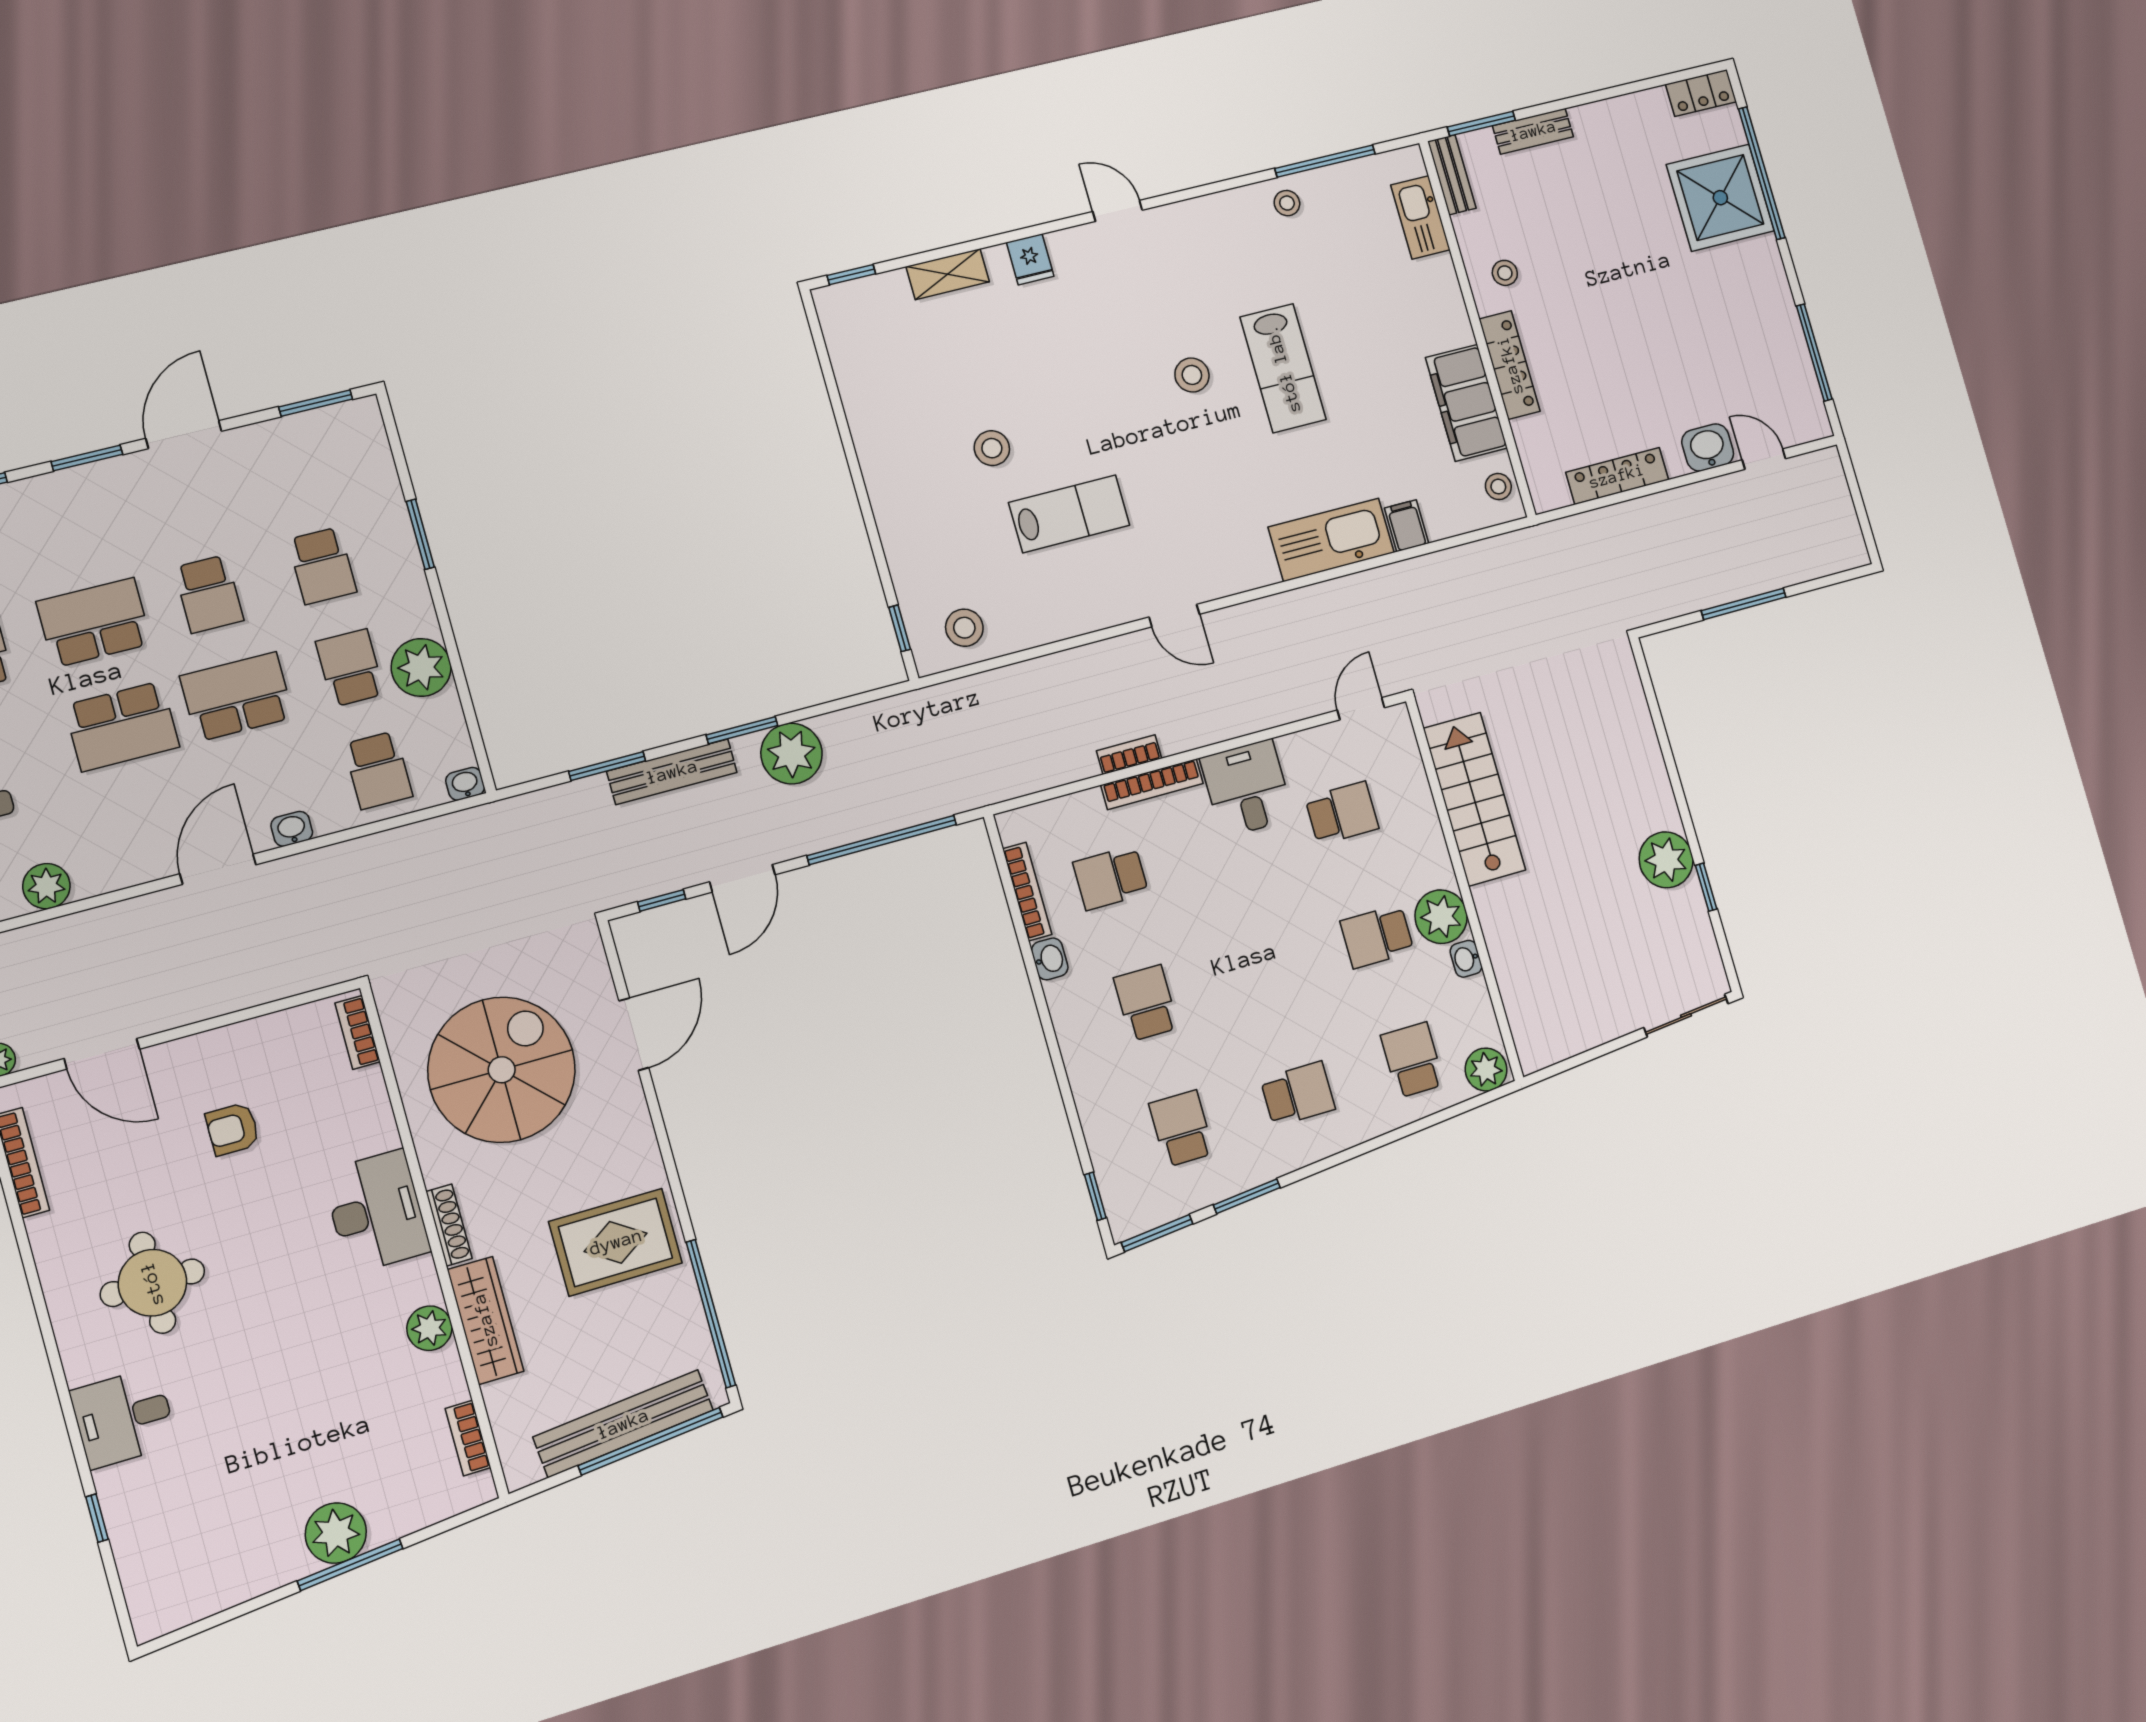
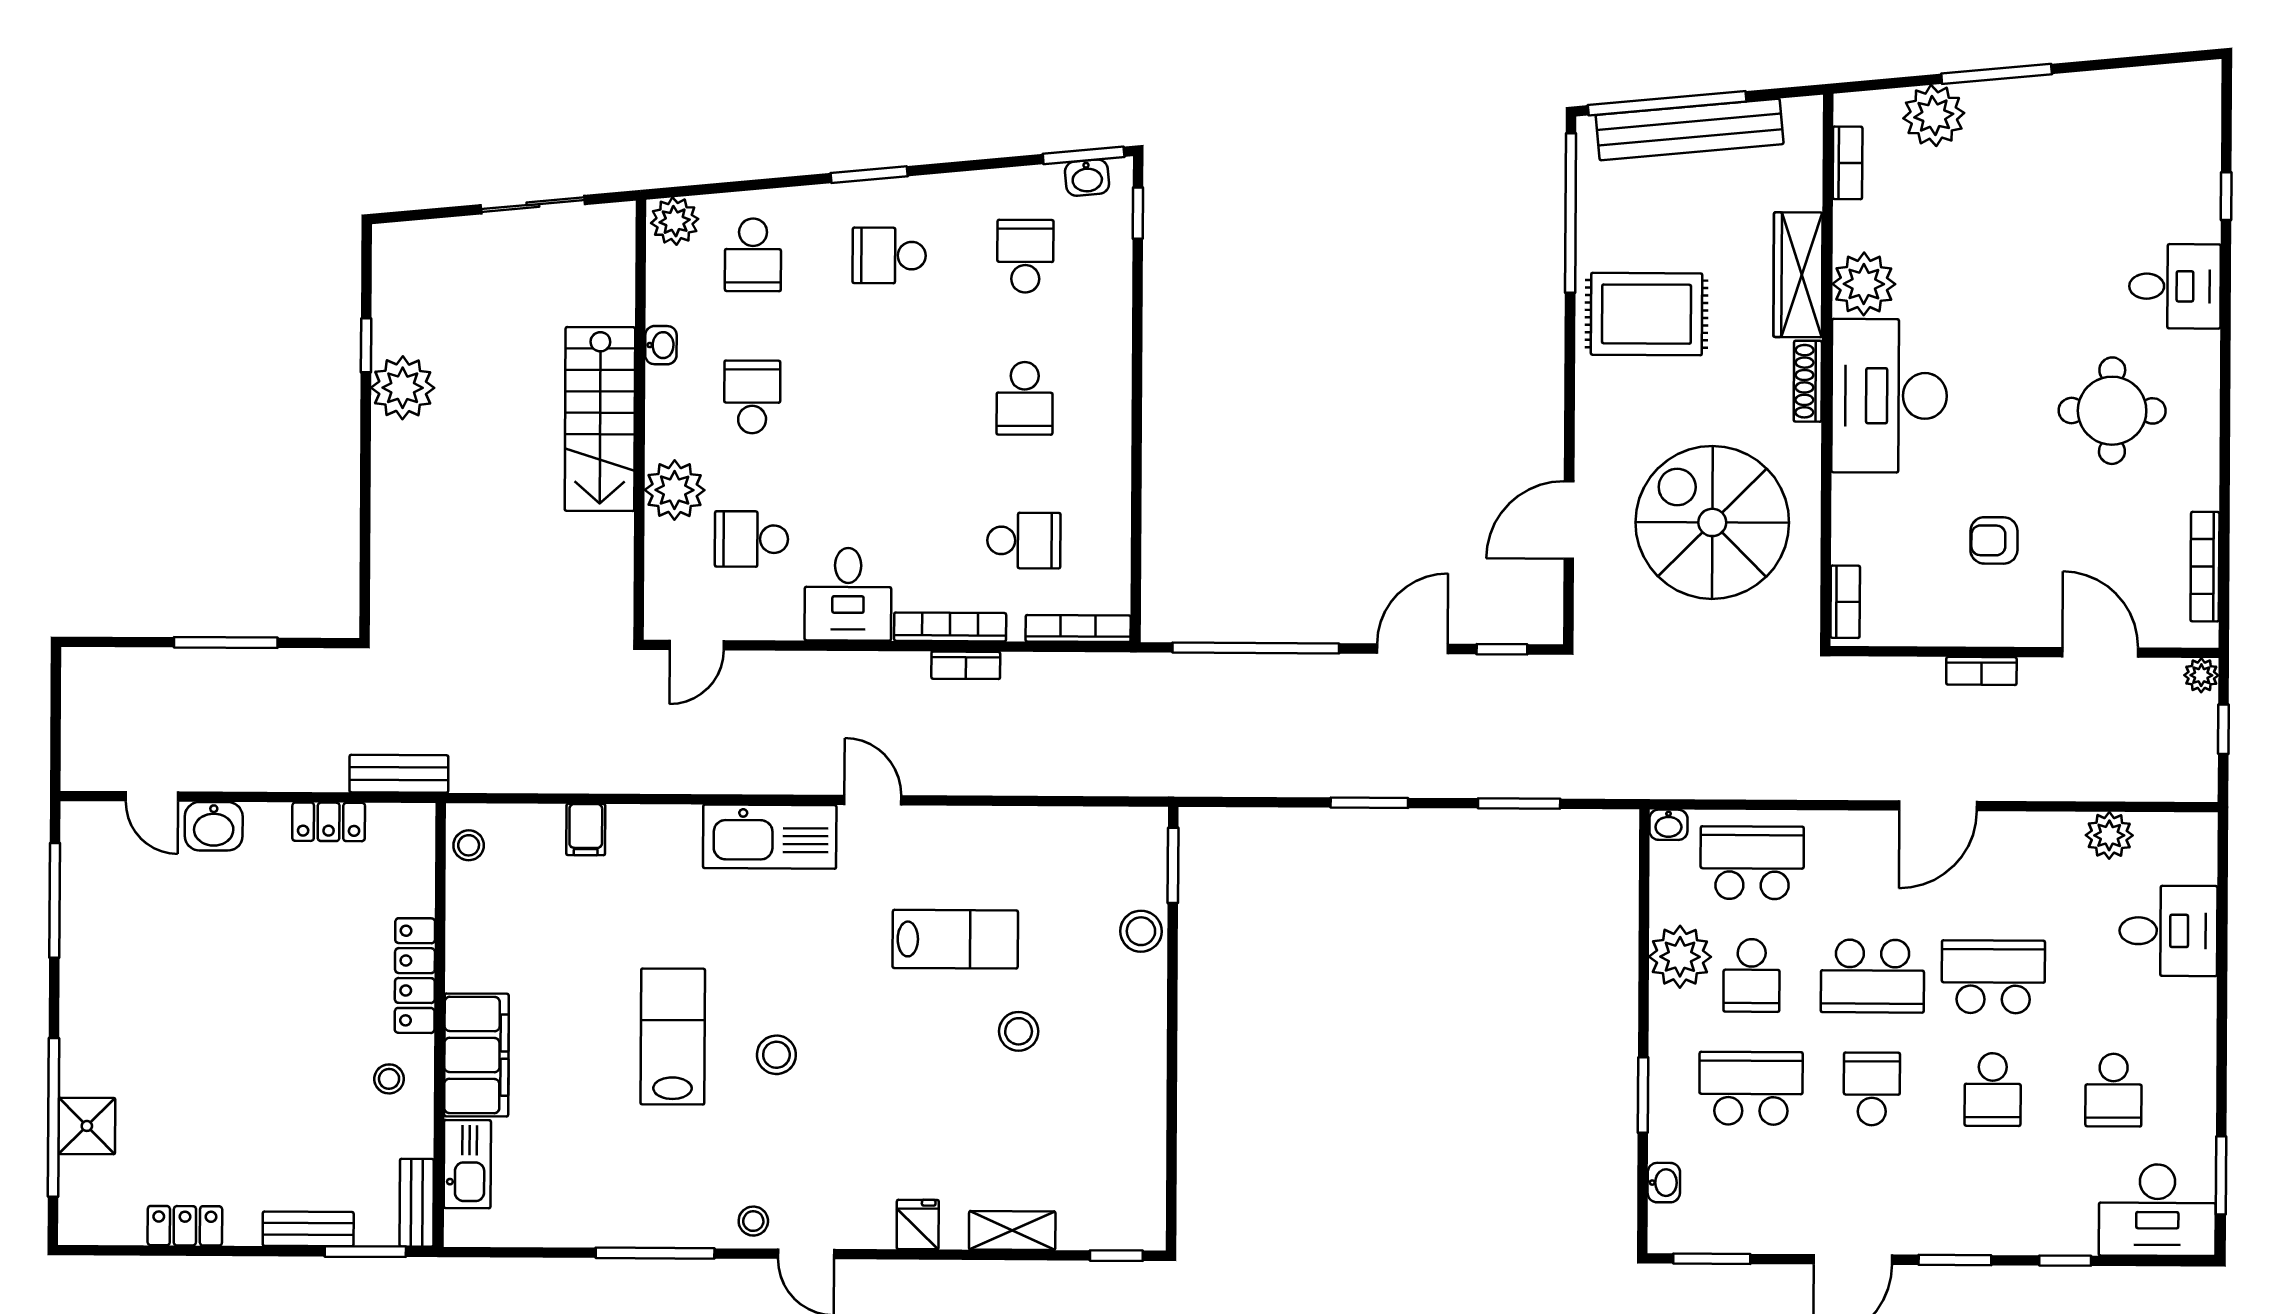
locker: (1701, 93) -> (185, 1226), moved
window: (1325, 161) -> (655, 1253), moved
shower: (1720, 198) -> (87, 1126), width x0.54, depth x0.54
stool: (1287, 203) -> (753, 1221), moved
filing cabinet: (1466, 403) -> (476, 1055), moved
locker: (1617, 476) -> (329, 822), width x0.66
lab bench: (1069, 514) -> (955, 939), turned 180
kitchen sink: (1331, 540) -> (770, 837), moved
school desk: (322, 566) -> (1751, 1088), width x1.85
school desk: (94, 623) -> (1993, 1089), width x0.54
window: (900, 628) -> (1173, 865), width x1.50
stool: (964, 628) -> (1141, 931), moved
plant: (791, 754) -> (1325, 764), removed
school desk: (378, 770) -> (1752, 863), width x1.85
bench: (672, 772) -> (399, 774), moved, width x0.73
stairs: (1474, 799) -> (600, 419), moved
washbasin: (292, 829) -> (1664, 1183), moved, turned -90
bookcase: (1027, 892) -> (1078, 628), moved, turned 90
plant: (1441, 917) -> (675, 490), moved
school desk: (1377, 936) -> (752, 397), turned -90
washbasin: (1050, 959) -> (1087, 178), moved, turned -95
bookcase: (211, 1005) -> (1981, 671), added
sliding door: (1686, 1016) -> (533, 205), moved
spiral stairs: (502, 1070) -> (1712, 522), turned 90
school desk: (1182, 1128) -> (1025, 256), turned 180
armchair: (232, 1129) -> (1994, 540), turned 180
window: (1247, 1196) -> (869, 175), moved
desk: (376, 1212) -> (1889, 396), width x1.36, depth x1.30
plant: (429, 1328) -> (1864, 284), width x1.36, depth x1.36
plant: (336, 1533) -> (1934, 116), moved

